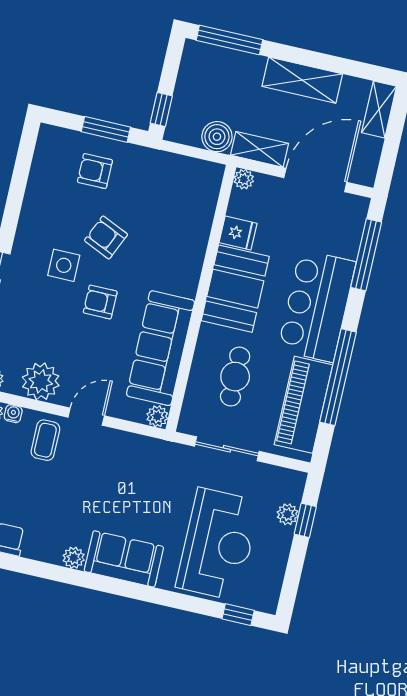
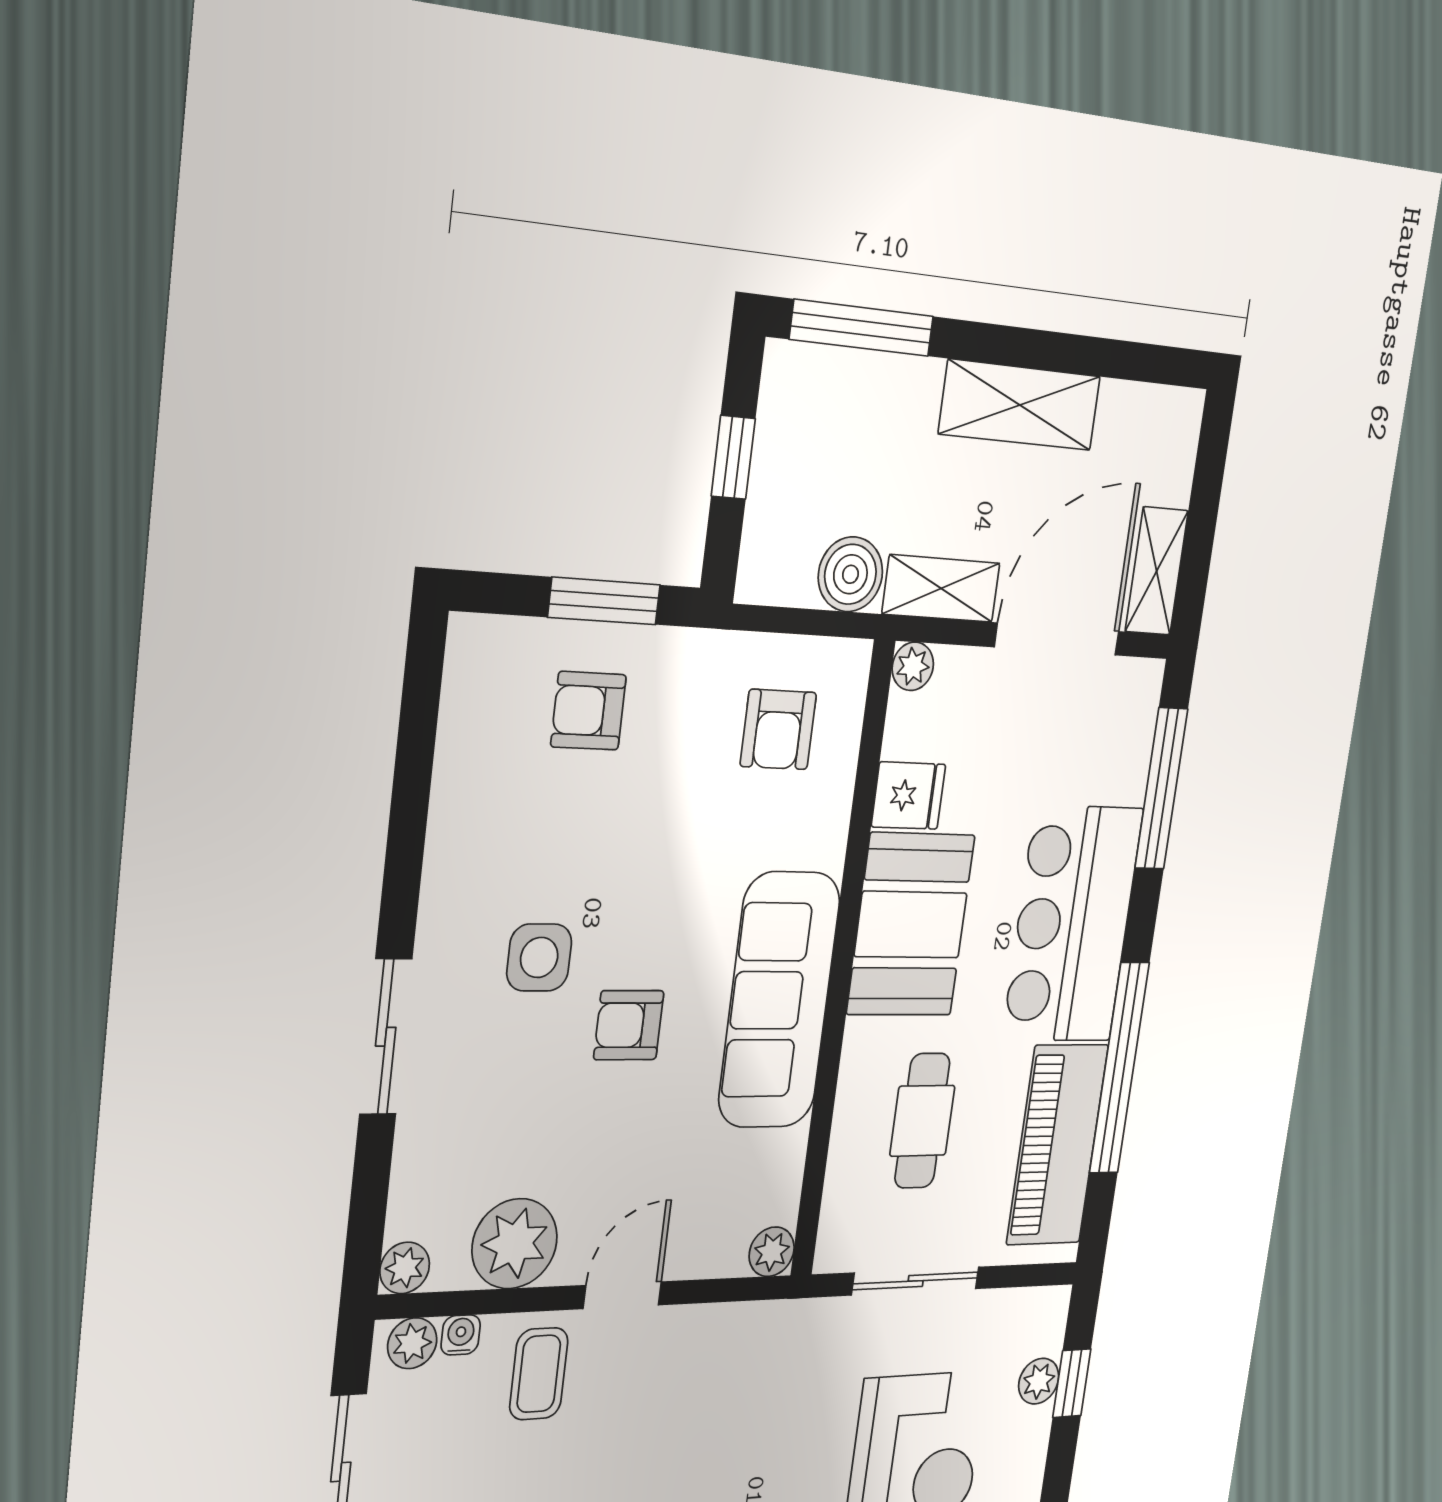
window: (161, 109) -> (733, 457), moved
shelving: (379, 109) -> (1157, 571), moved
armchair: (106, 237) -> (778, 729), moved, turned -114
sofa: (160, 348) -> (779, 1000), moved

